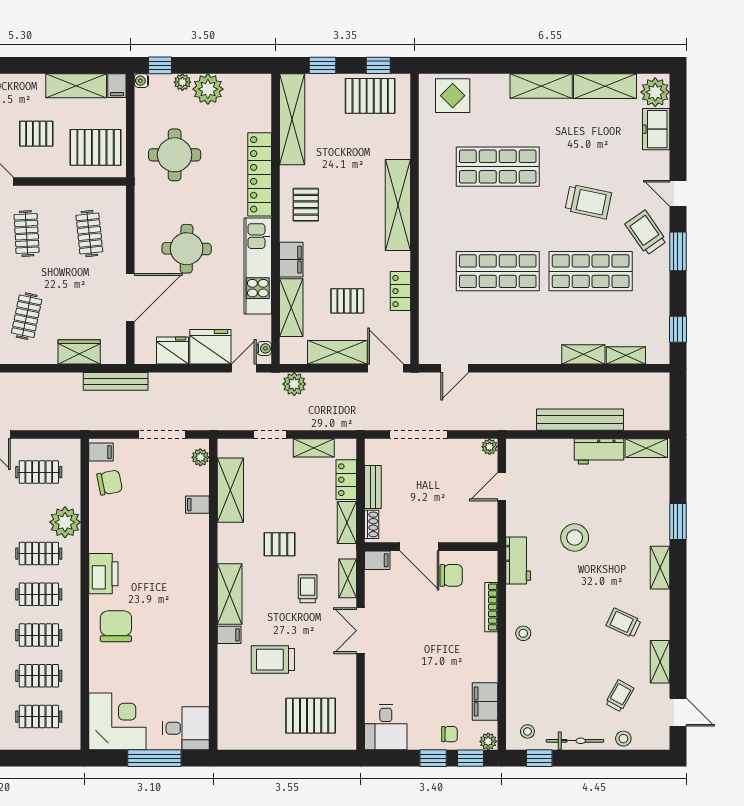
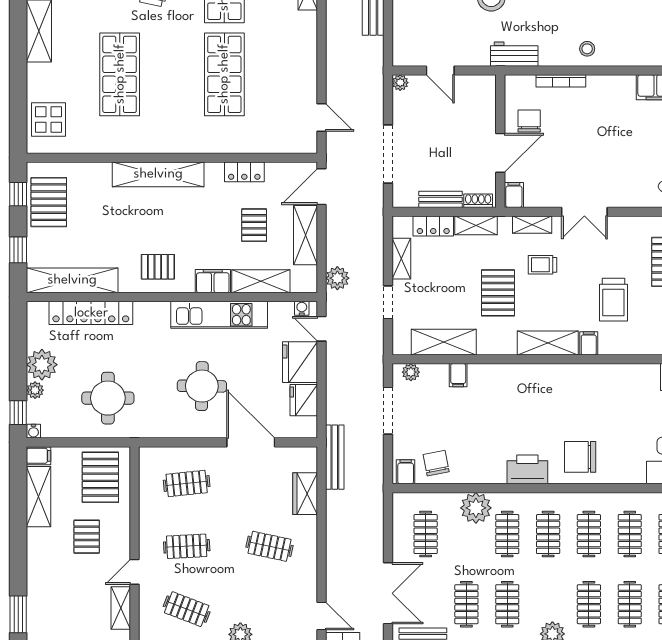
locker: (260, 174) -> (91, 313), moved
pallet: (280, 544) -> (498, 293), width x1.50, depth x1.42

